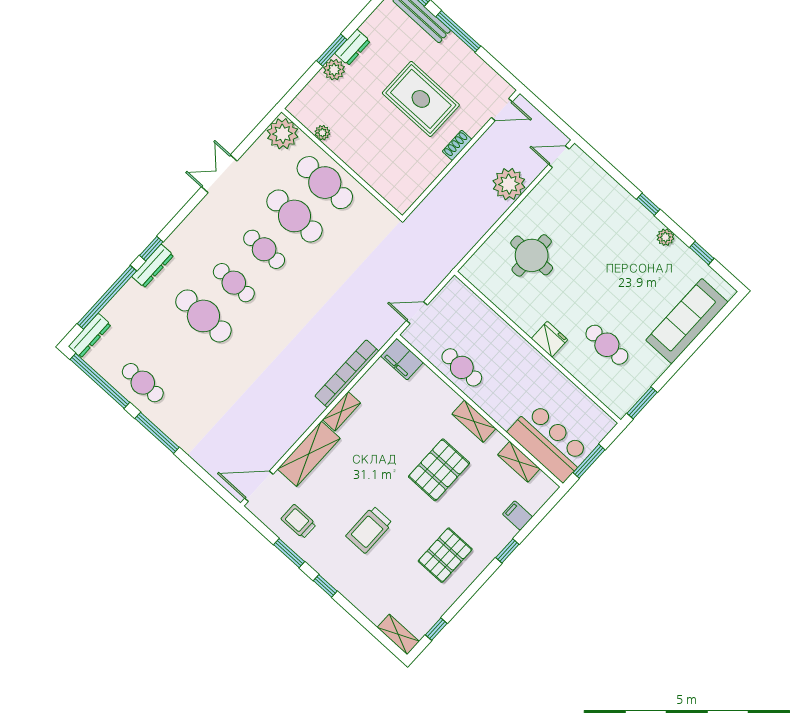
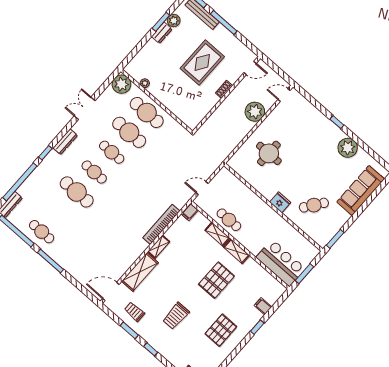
window: (332, 50) -> (161, 22), moved
plant: (334, 70) -> (174, 21), moved
rug: (421, 99) -> (202, 62), turned 90
plant: (665, 237) -> (348, 148), width x1.88, depth x1.88
window: (702, 253) -> (369, 150), removed
dresser: (153, 266) -> (65, 142), moved
cafe table: (607, 345) -> (314, 205), turned -54
filing cabinet: (402, 359) -> (190, 212), width x0.50
shelving: (519, 462) -> (217, 234), moved

